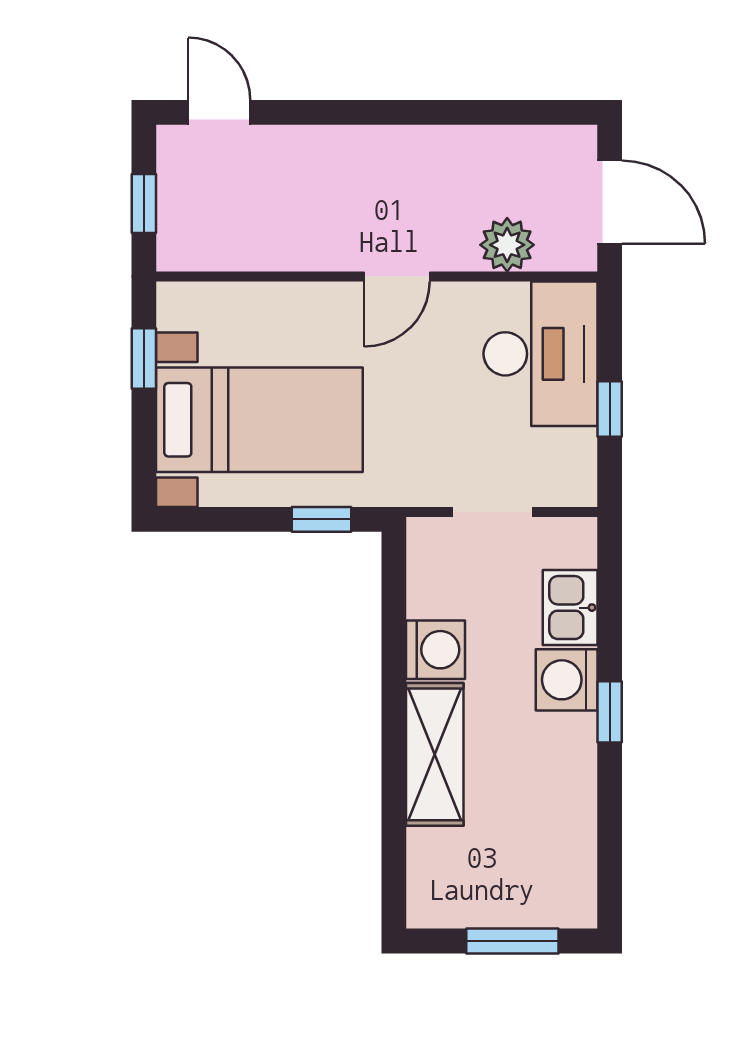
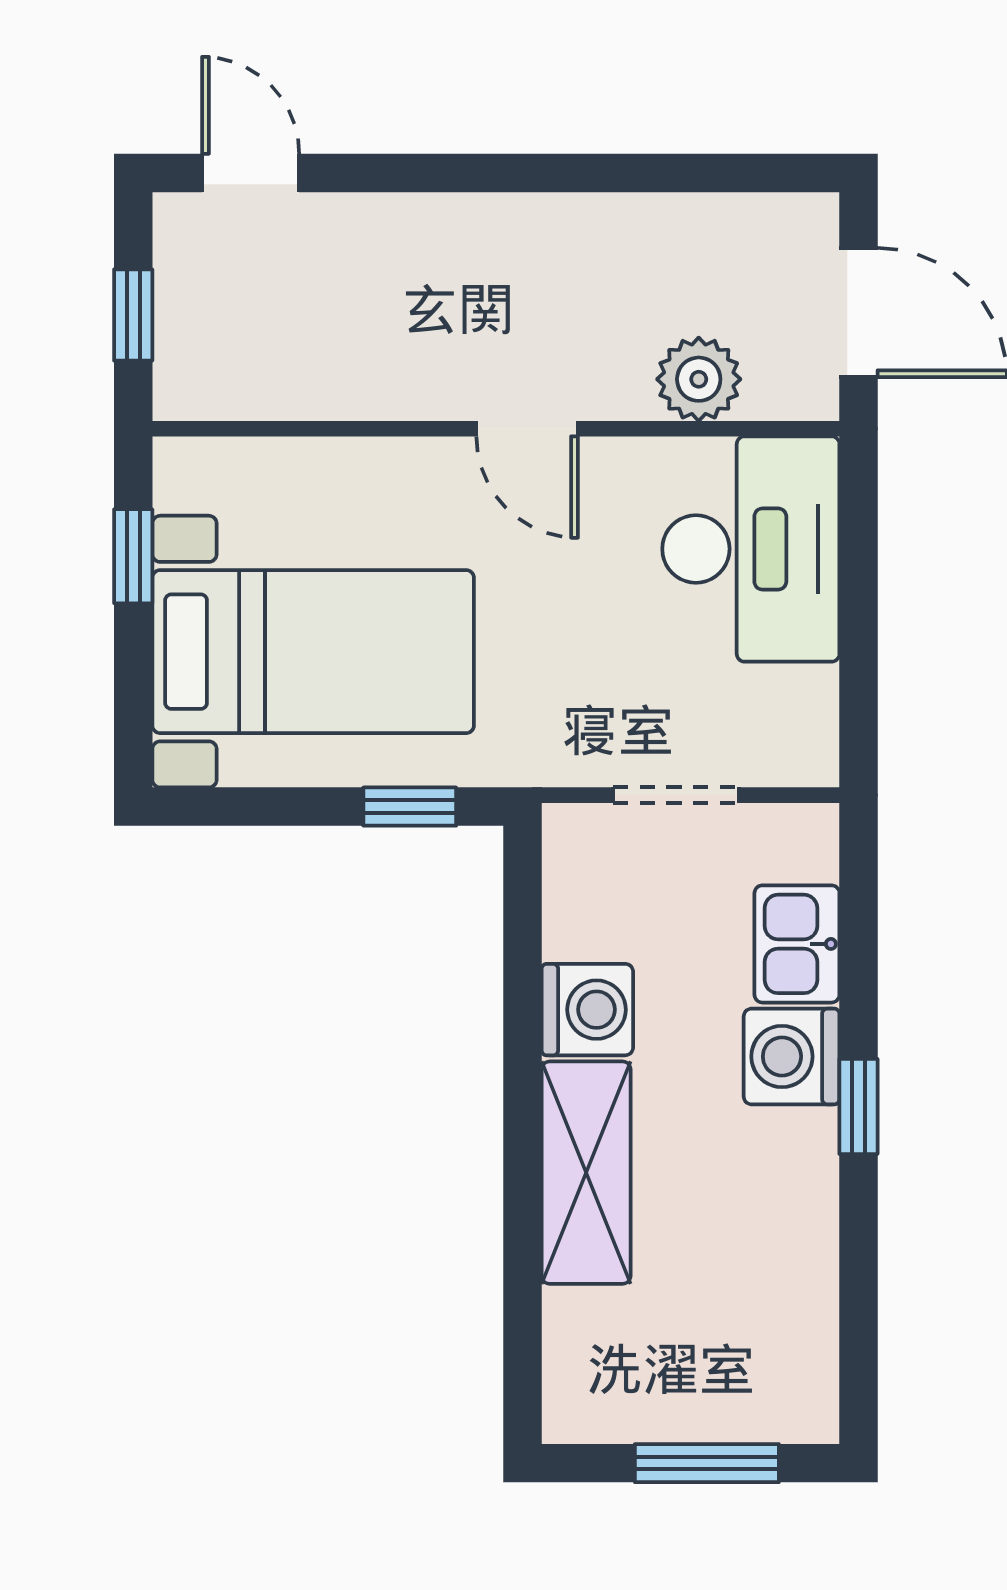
door: (397, 277) -> (527, 429), hinge flipped
window: (610, 409) -> (858, 635), removed

